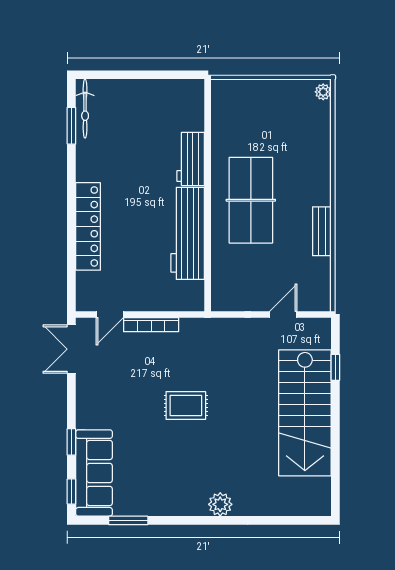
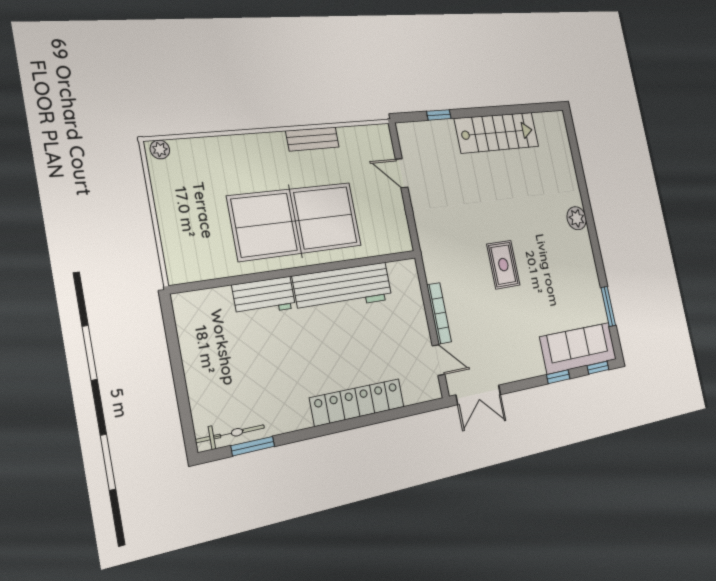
table tennis table: (251, 200) -> (295, 221), width x1.36, depth x1.32
stairs: (305, 413) -> (497, 133), width x0.73, depth x0.66

